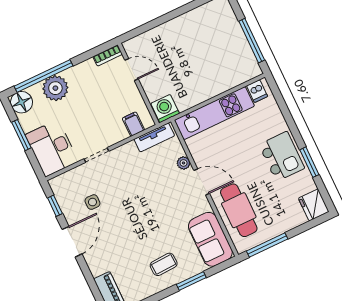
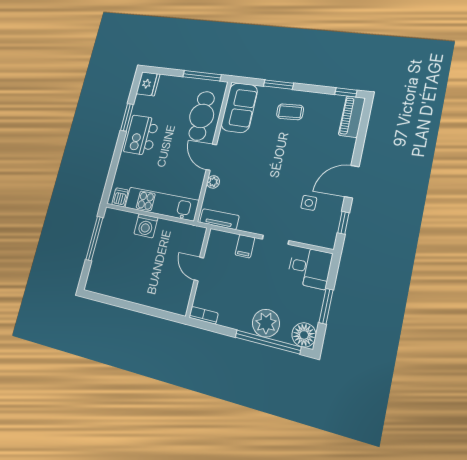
door: (132, 70) -> (199, 269), moved
washing machine: (165, 109) -> (146, 226), moved
filing cabinet: (133, 124) -> (245, 246), moved
desk: (52, 148) -> (310, 267), width x0.73

